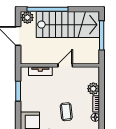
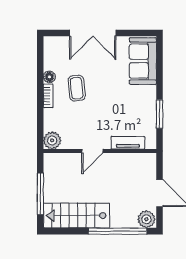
stairs: (68, 25) -> (76, 216), width x0.73, depth x0.66
plant: (93, 89) -> (52, 140), moved
coffee table: (66, 112) -> (77, 88), moved

